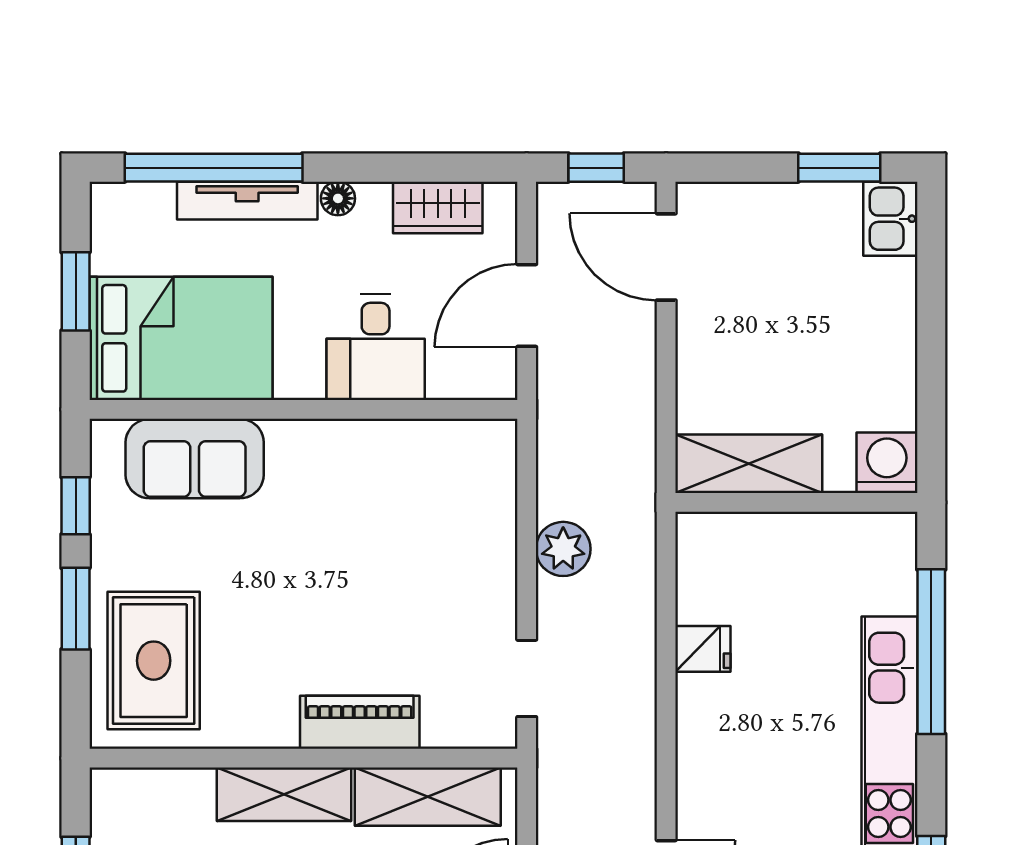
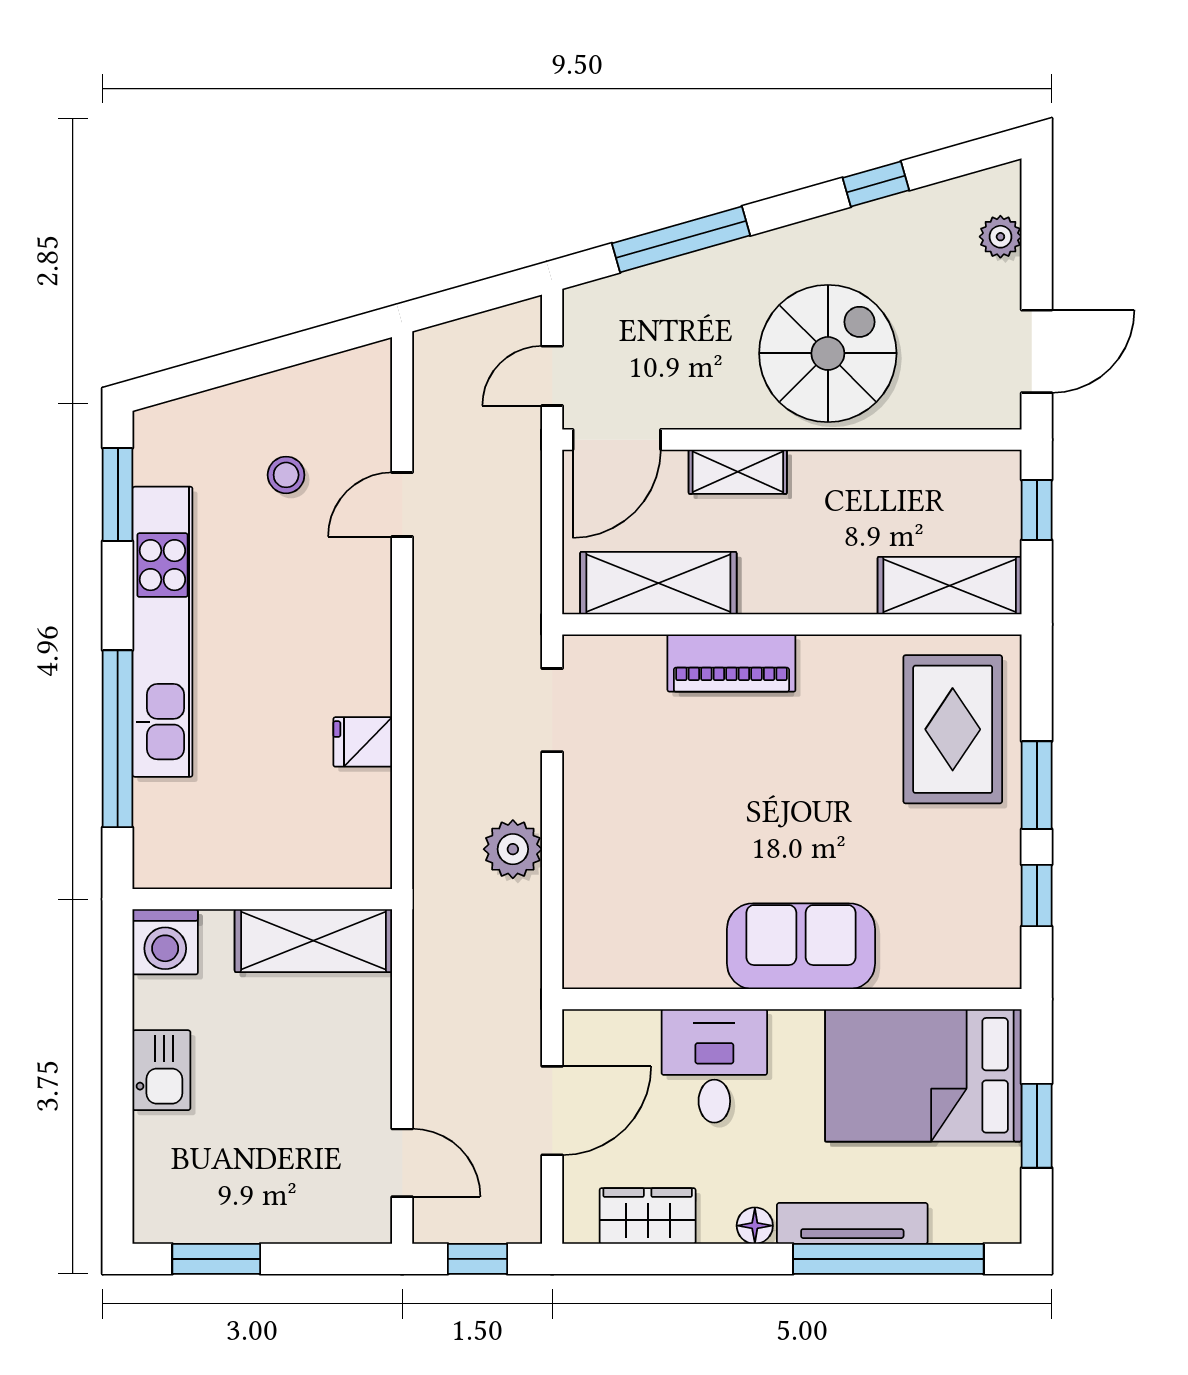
kitchen sink: (890, 219) -> (161, 1070), moved
door: (666, 257) -> (402, 1163), width x0.73
sofa: (195, 459) -> (801, 946), moved
shelving: (284, 794) -> (950, 586), moved

